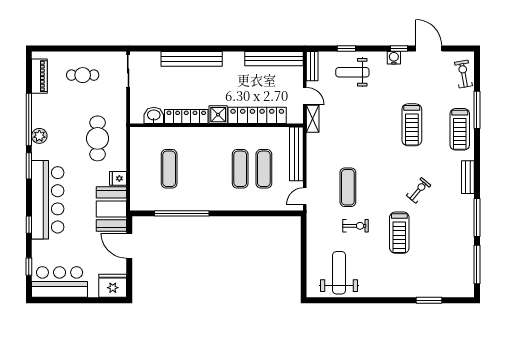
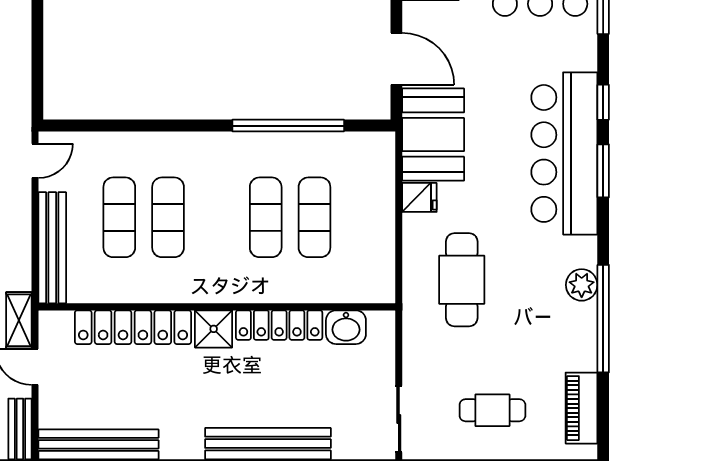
window: (29, 166) -> (603, 171), moved
exercise mat: (193, 169) -> (266, 217), added

